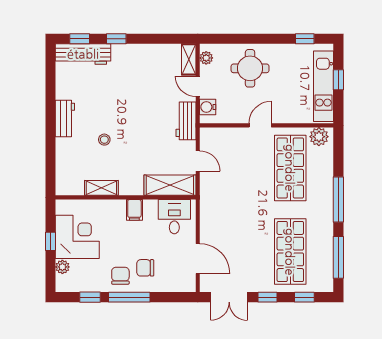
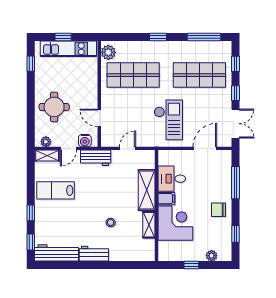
workbench: (83, 54) -> (56, 253), moved, turned -90
lab bench: (145, 70) -> (56, 190), added
door: (260, 125) -> (99, 118), moved
shelving: (170, 185) -> (147, 190), moved
window: (338, 199) -> (158, 37), width x0.46
checkout: (234, 212) -> (168, 120), added
desk: (174, 217) -> (172, 179), moved
corner desk: (77, 237) -> (175, 223), moved, turned 90
chair: (145, 268) -> (212, 190), removed
window: (129, 297) -> (235, 183), moved

